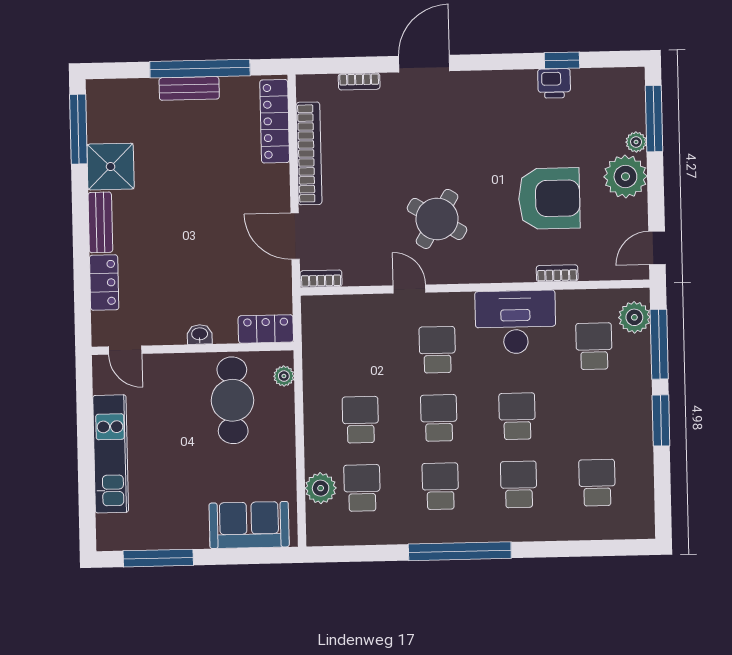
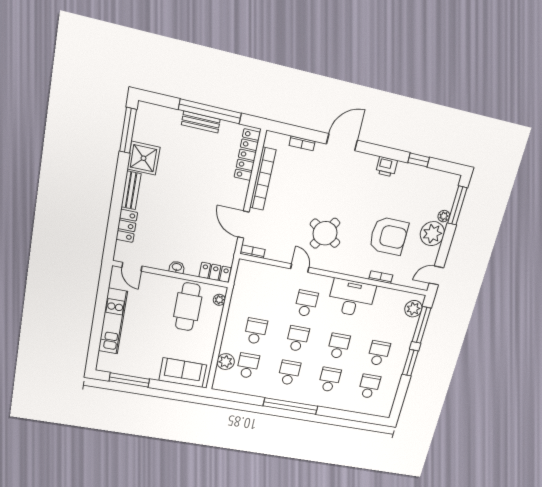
printer: (554, 83) -> (387, 167), moved
school desk: (594, 346) -> (379, 353), moved

